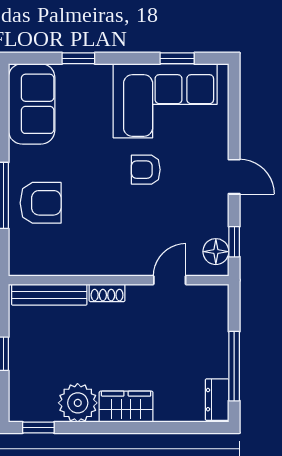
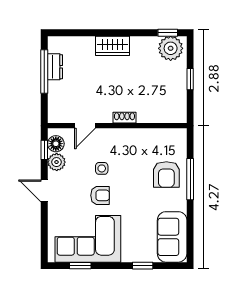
armchair: (41, 203) -> (166, 174), turned -90
side table: (143, 212) -> (102, 168), added
plant: (215, 222) -> (57, 162), added
bench: (49, 295) -> (161, 117), removed
dresser: (217, 400) -> (55, 67), moved
plant: (78, 403) -> (171, 48), moved

